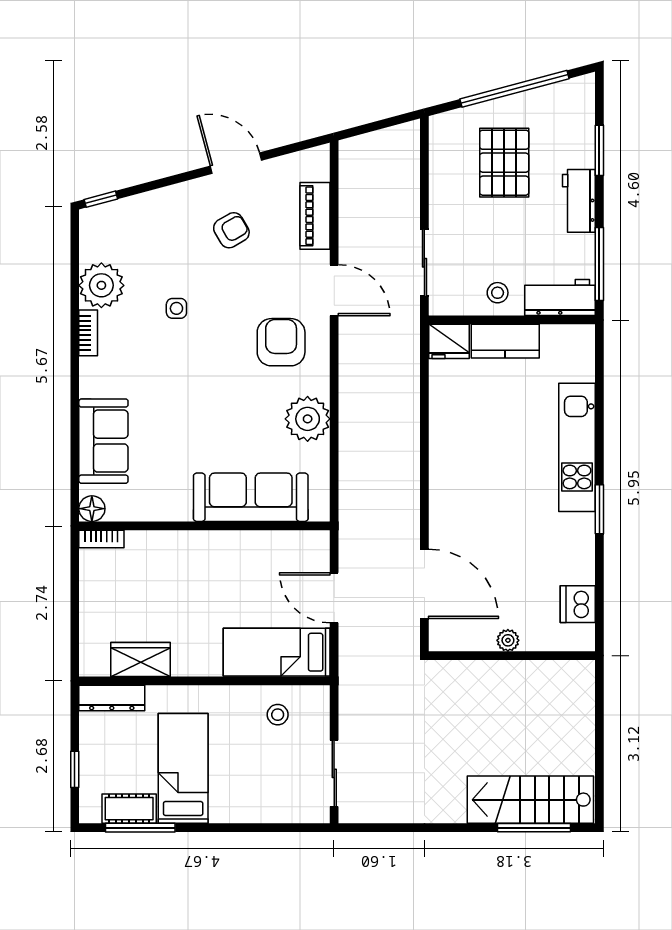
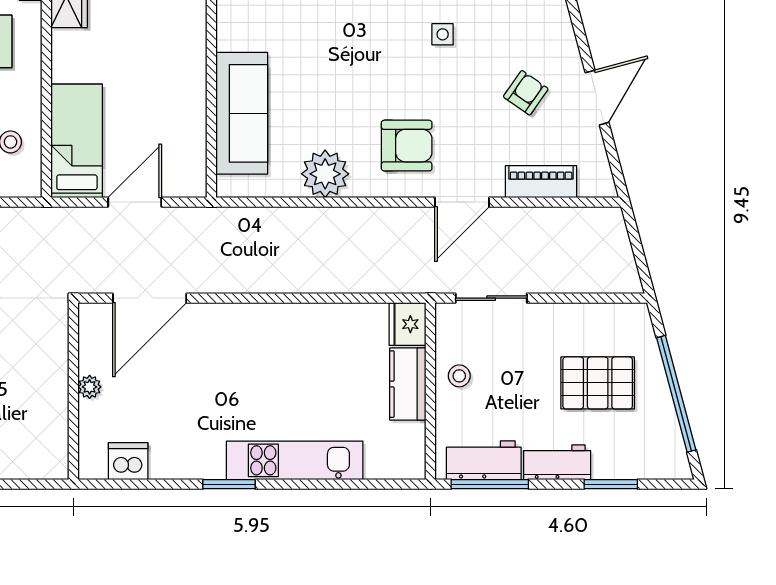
armchair: (231, 230) -> (526, 93), turned -115
workbench: (560, 298) -> (484, 460), moved, turned -90

